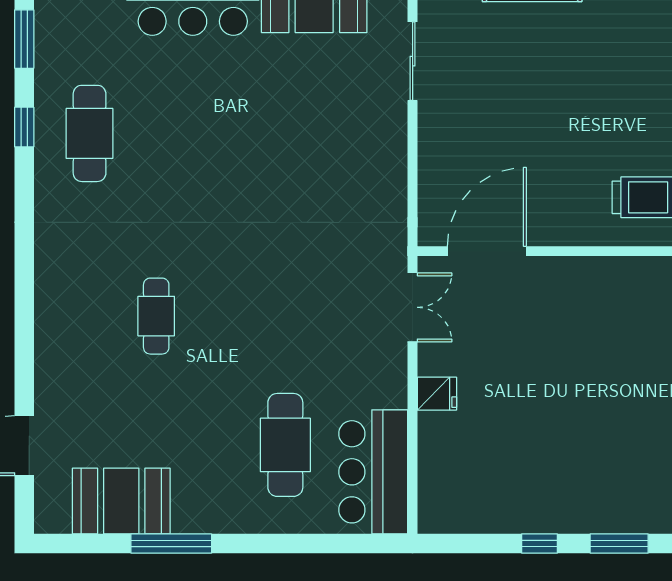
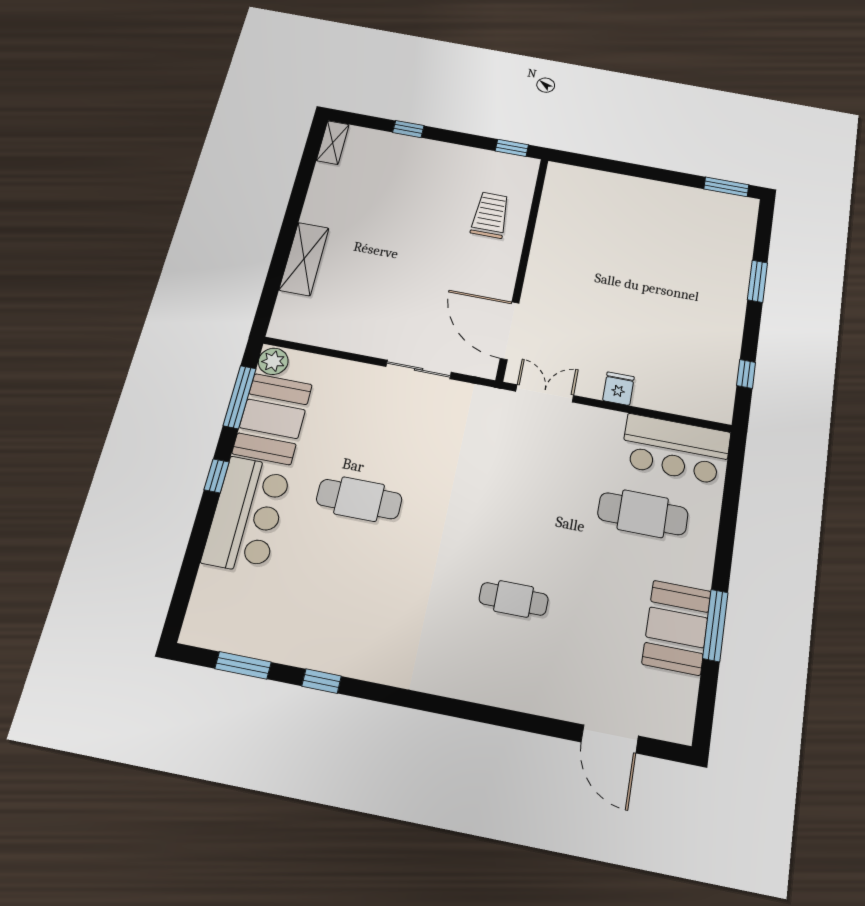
sliding door: (413, 61) -> (419, 369), moved
cafe table: (90, 133) -> (359, 499), moved
booth: (121, 501) -> (677, 627), moved
window: (539, 543) -> (746, 374), moved

